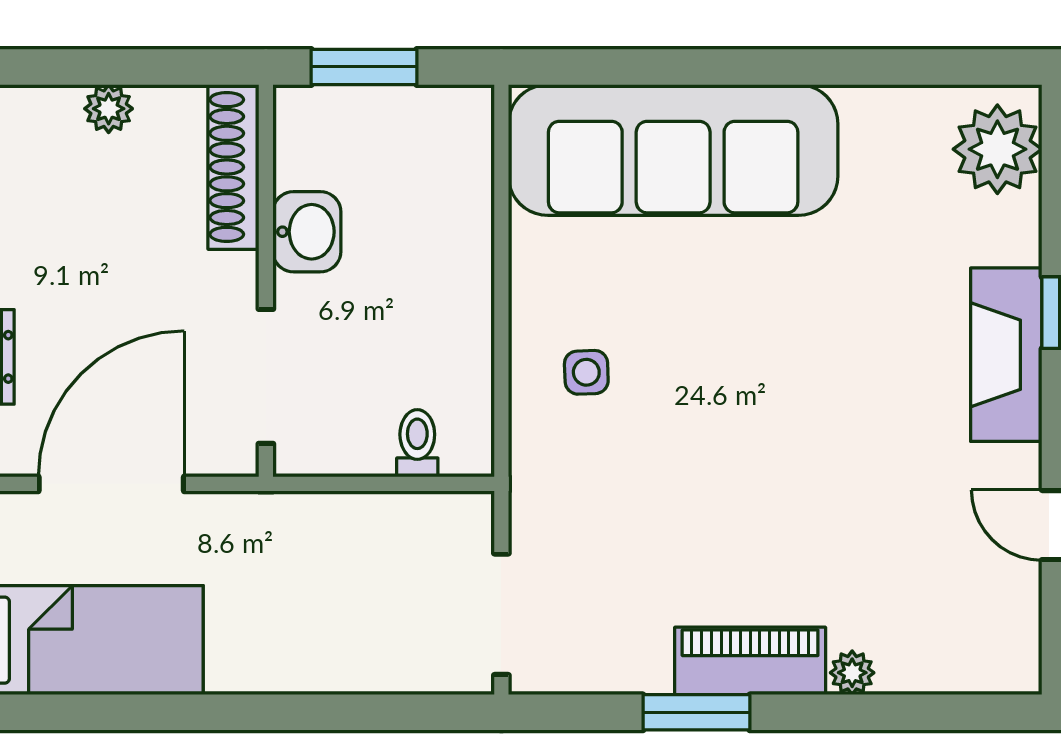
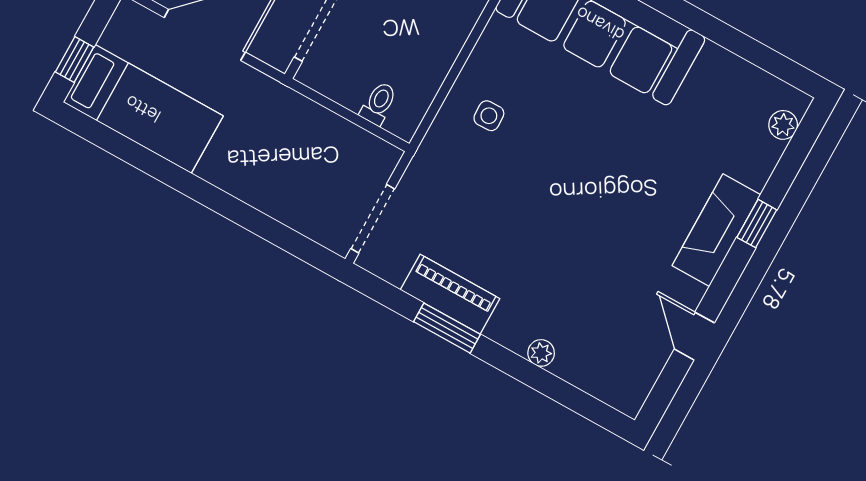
plant: (997, 149) -> (783, 125), width x0.53, depth x0.53
piano: (750, 661) -> (450, 294), moved

